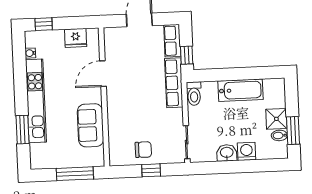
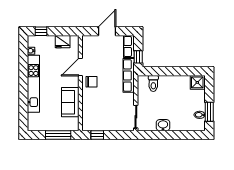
bathtub: (240, 90) -> (174, 83), removed
toilet: (194, 94) -> (153, 84), moved
shower: (276, 119) -> (197, 82), moved
window: (22, 130) -> (23, 103), removed
chair: (143, 150) -> (91, 82), moved
washing machine: (246, 151) -> (177, 125), removed
window: (151, 170) -> (97, 135), moved

